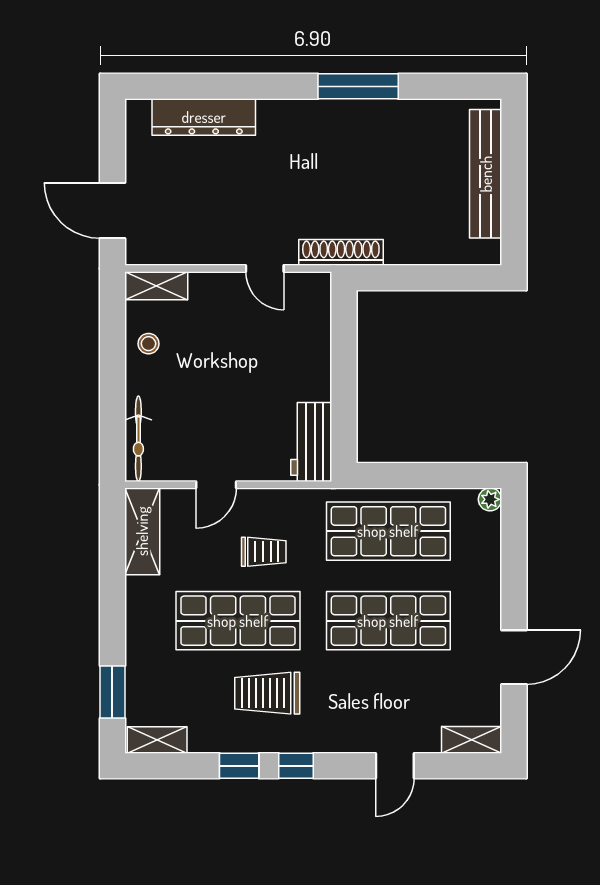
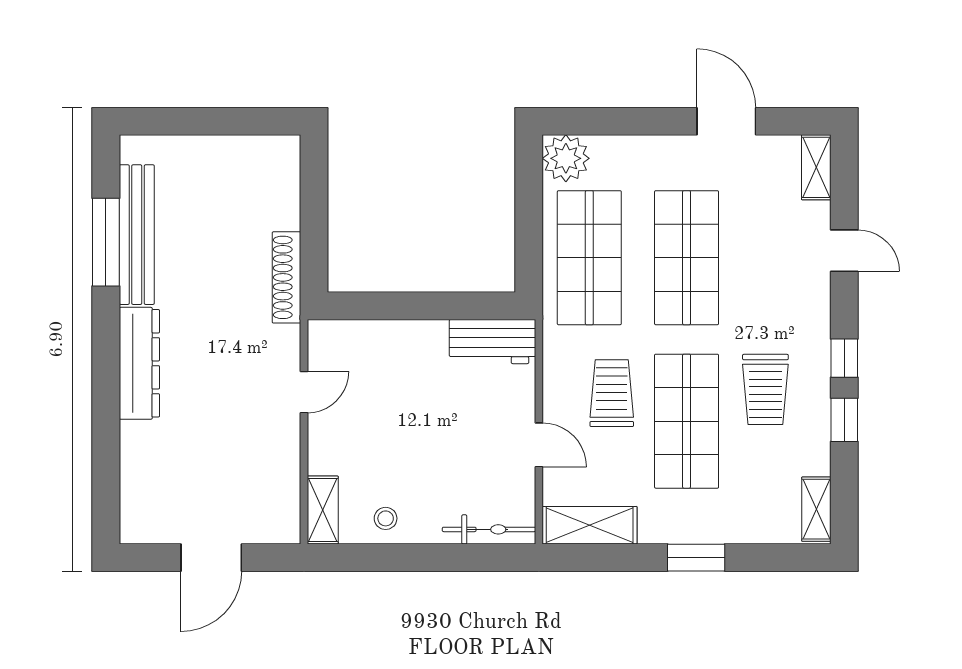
window: (358, 86) -> (106, 242), moved
dresser: (204, 117) -> (139, 363), moved
bench: (486, 174) -> (137, 235), moved, turned 90
door: (112, 211) -> (211, 558), moved
shoe rack: (341, 252) -> (286, 277), moved
plant: (490, 499) -> (566, 158), width x1.88, depth x1.88
trolley: (264, 552) -> (612, 393), width x1.36, depth x1.39
window: (112, 692) -> (696, 558), moved

